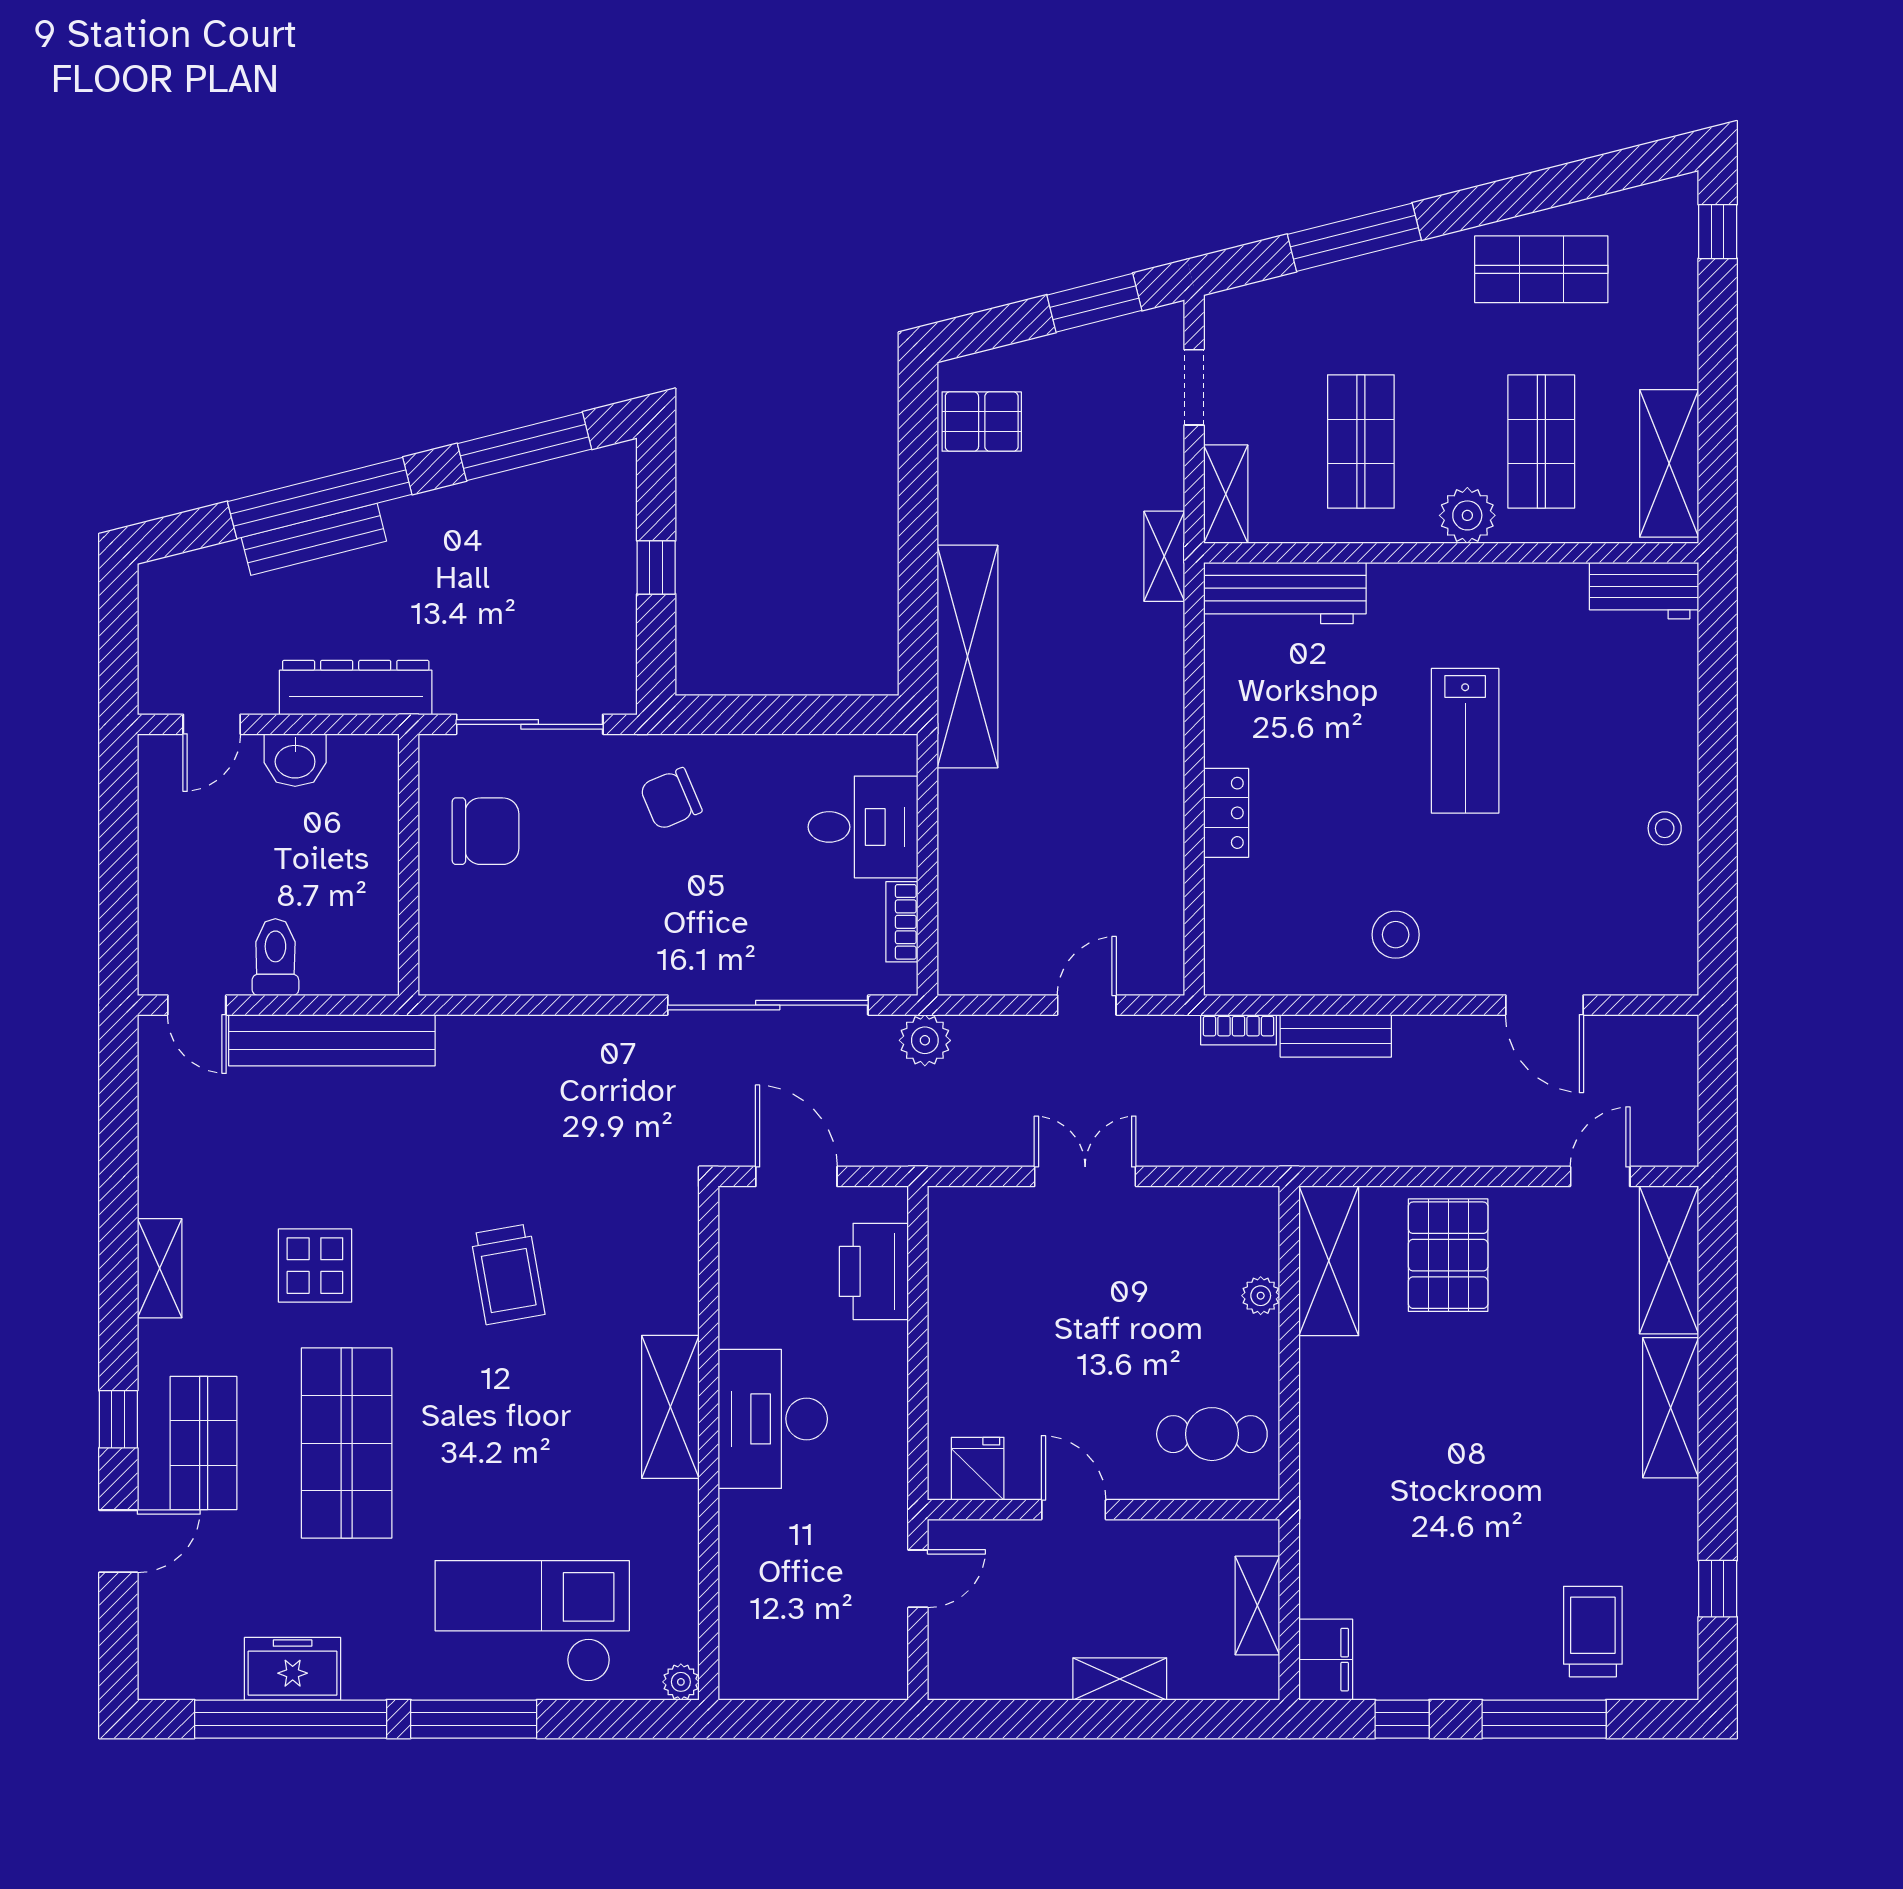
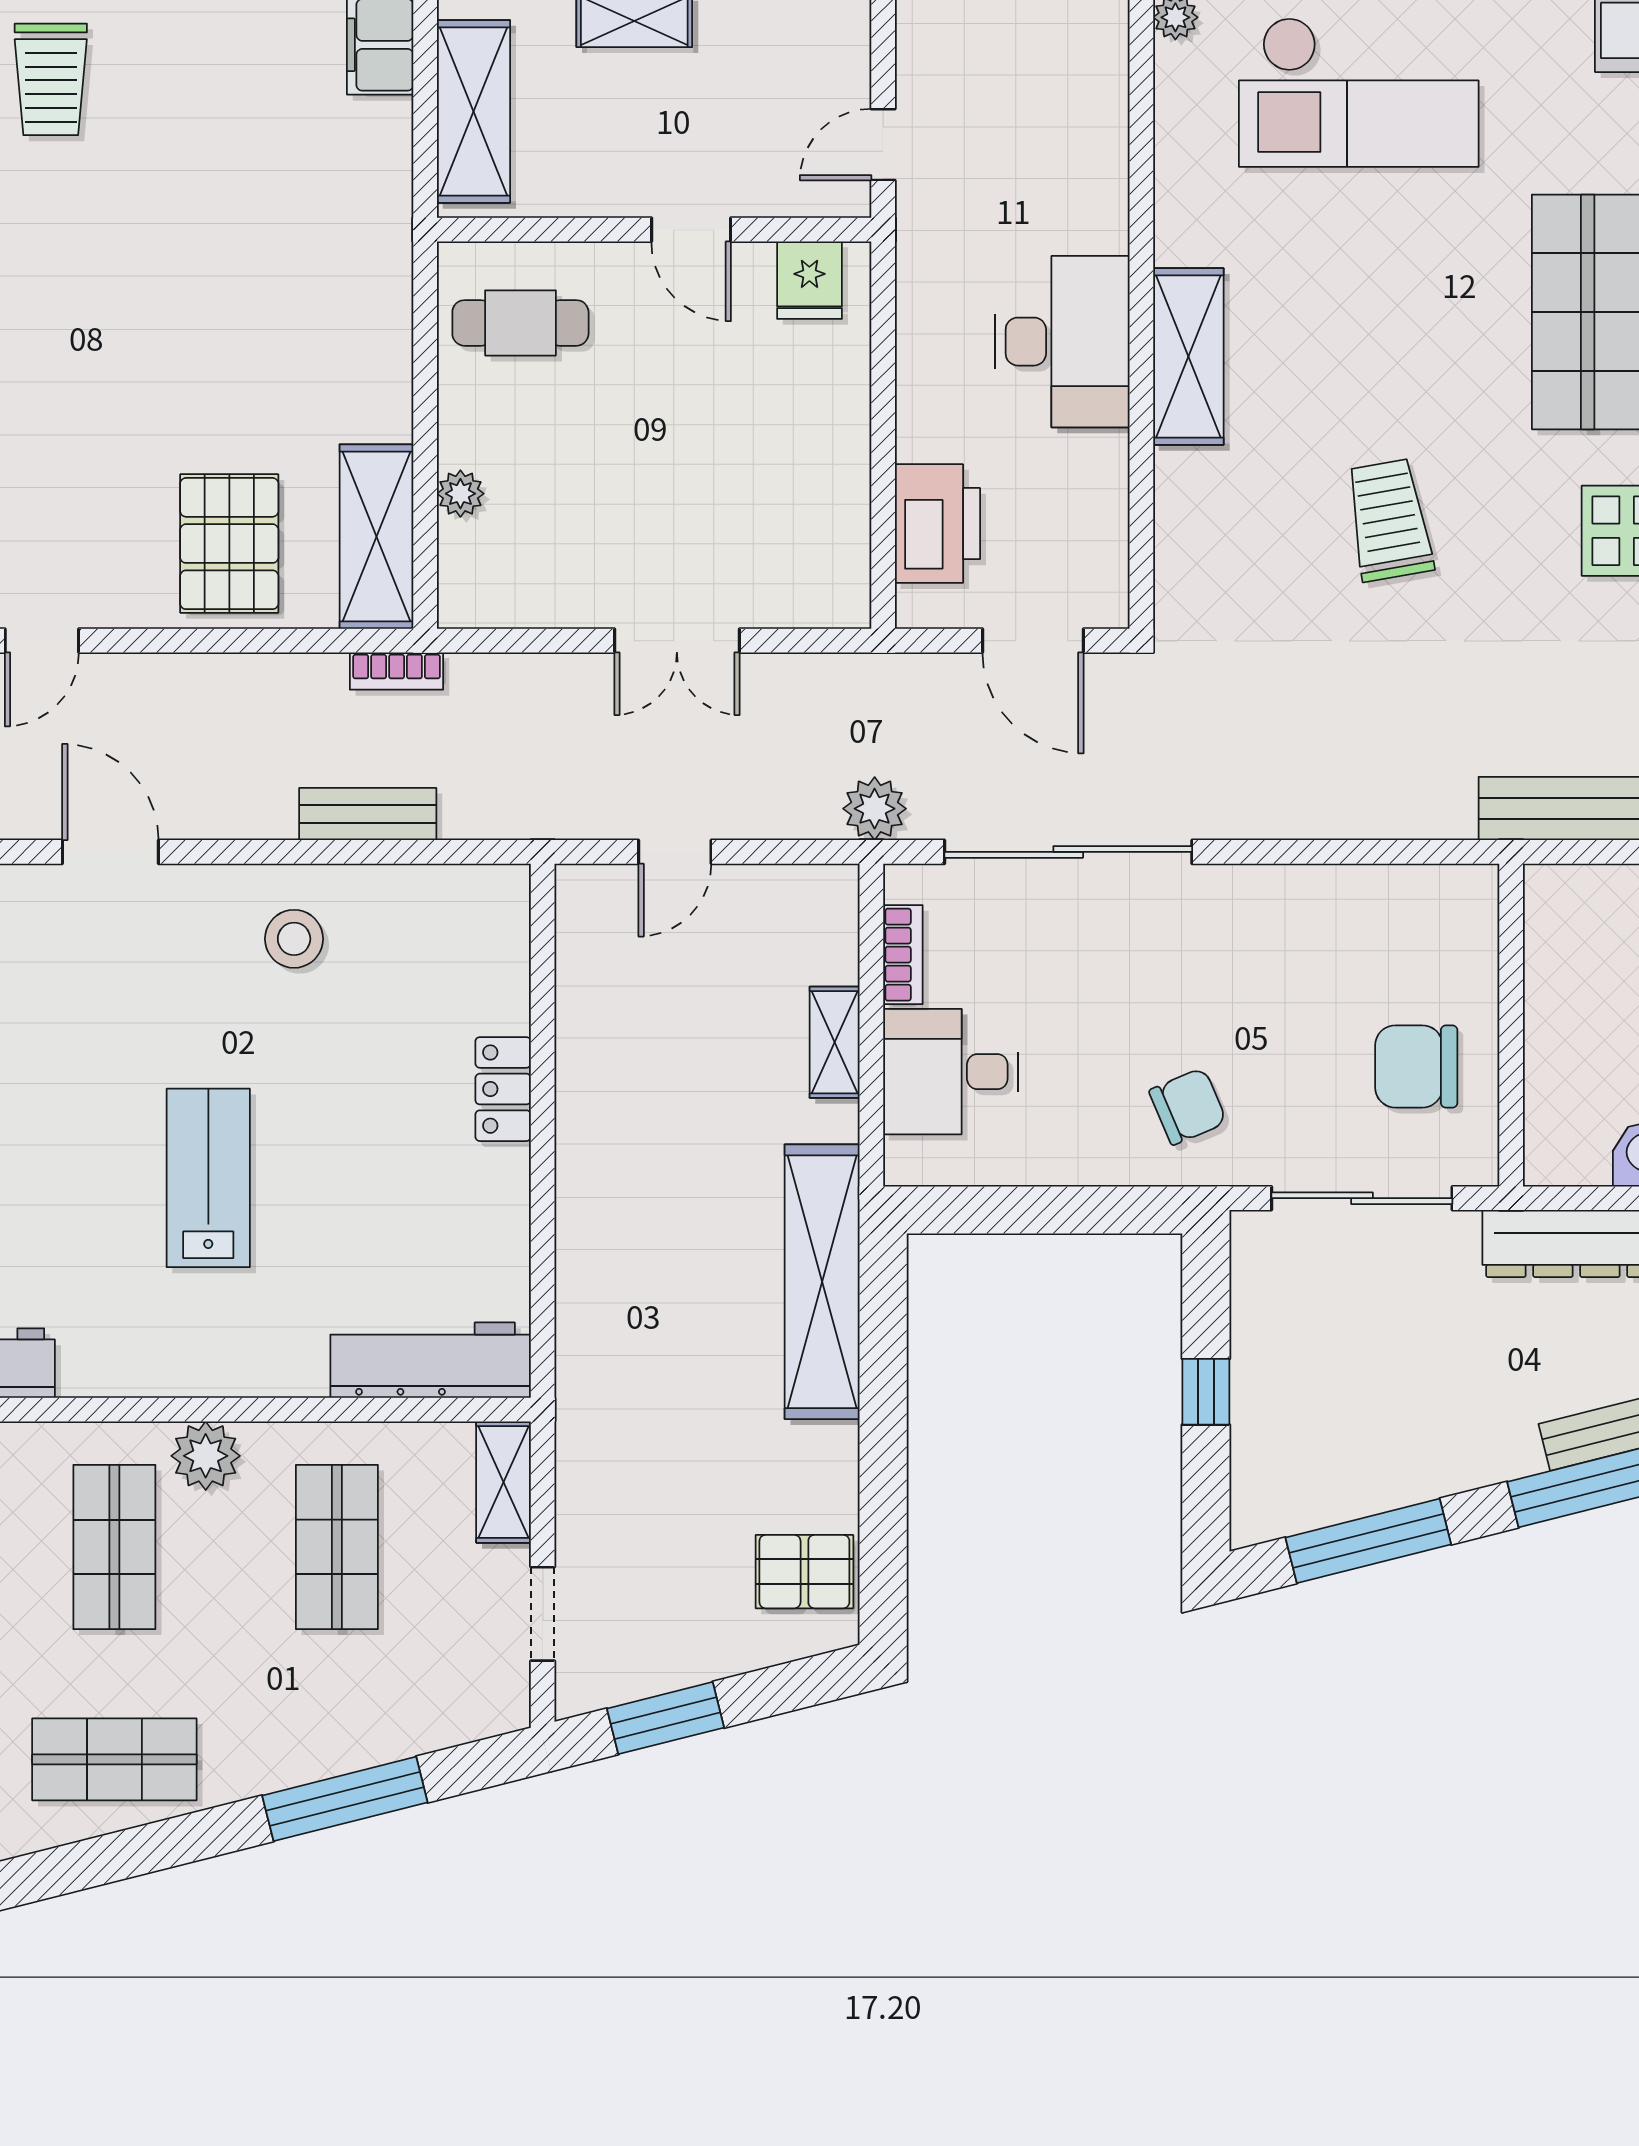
shelving: (1164, 556) -> (835, 1042), moved
bookcase: (1239, 1030) -> (397, 671), moved, turned 180
shelving: (1257, 1606) -> (473, 111), width x1.50, depth x1.33

